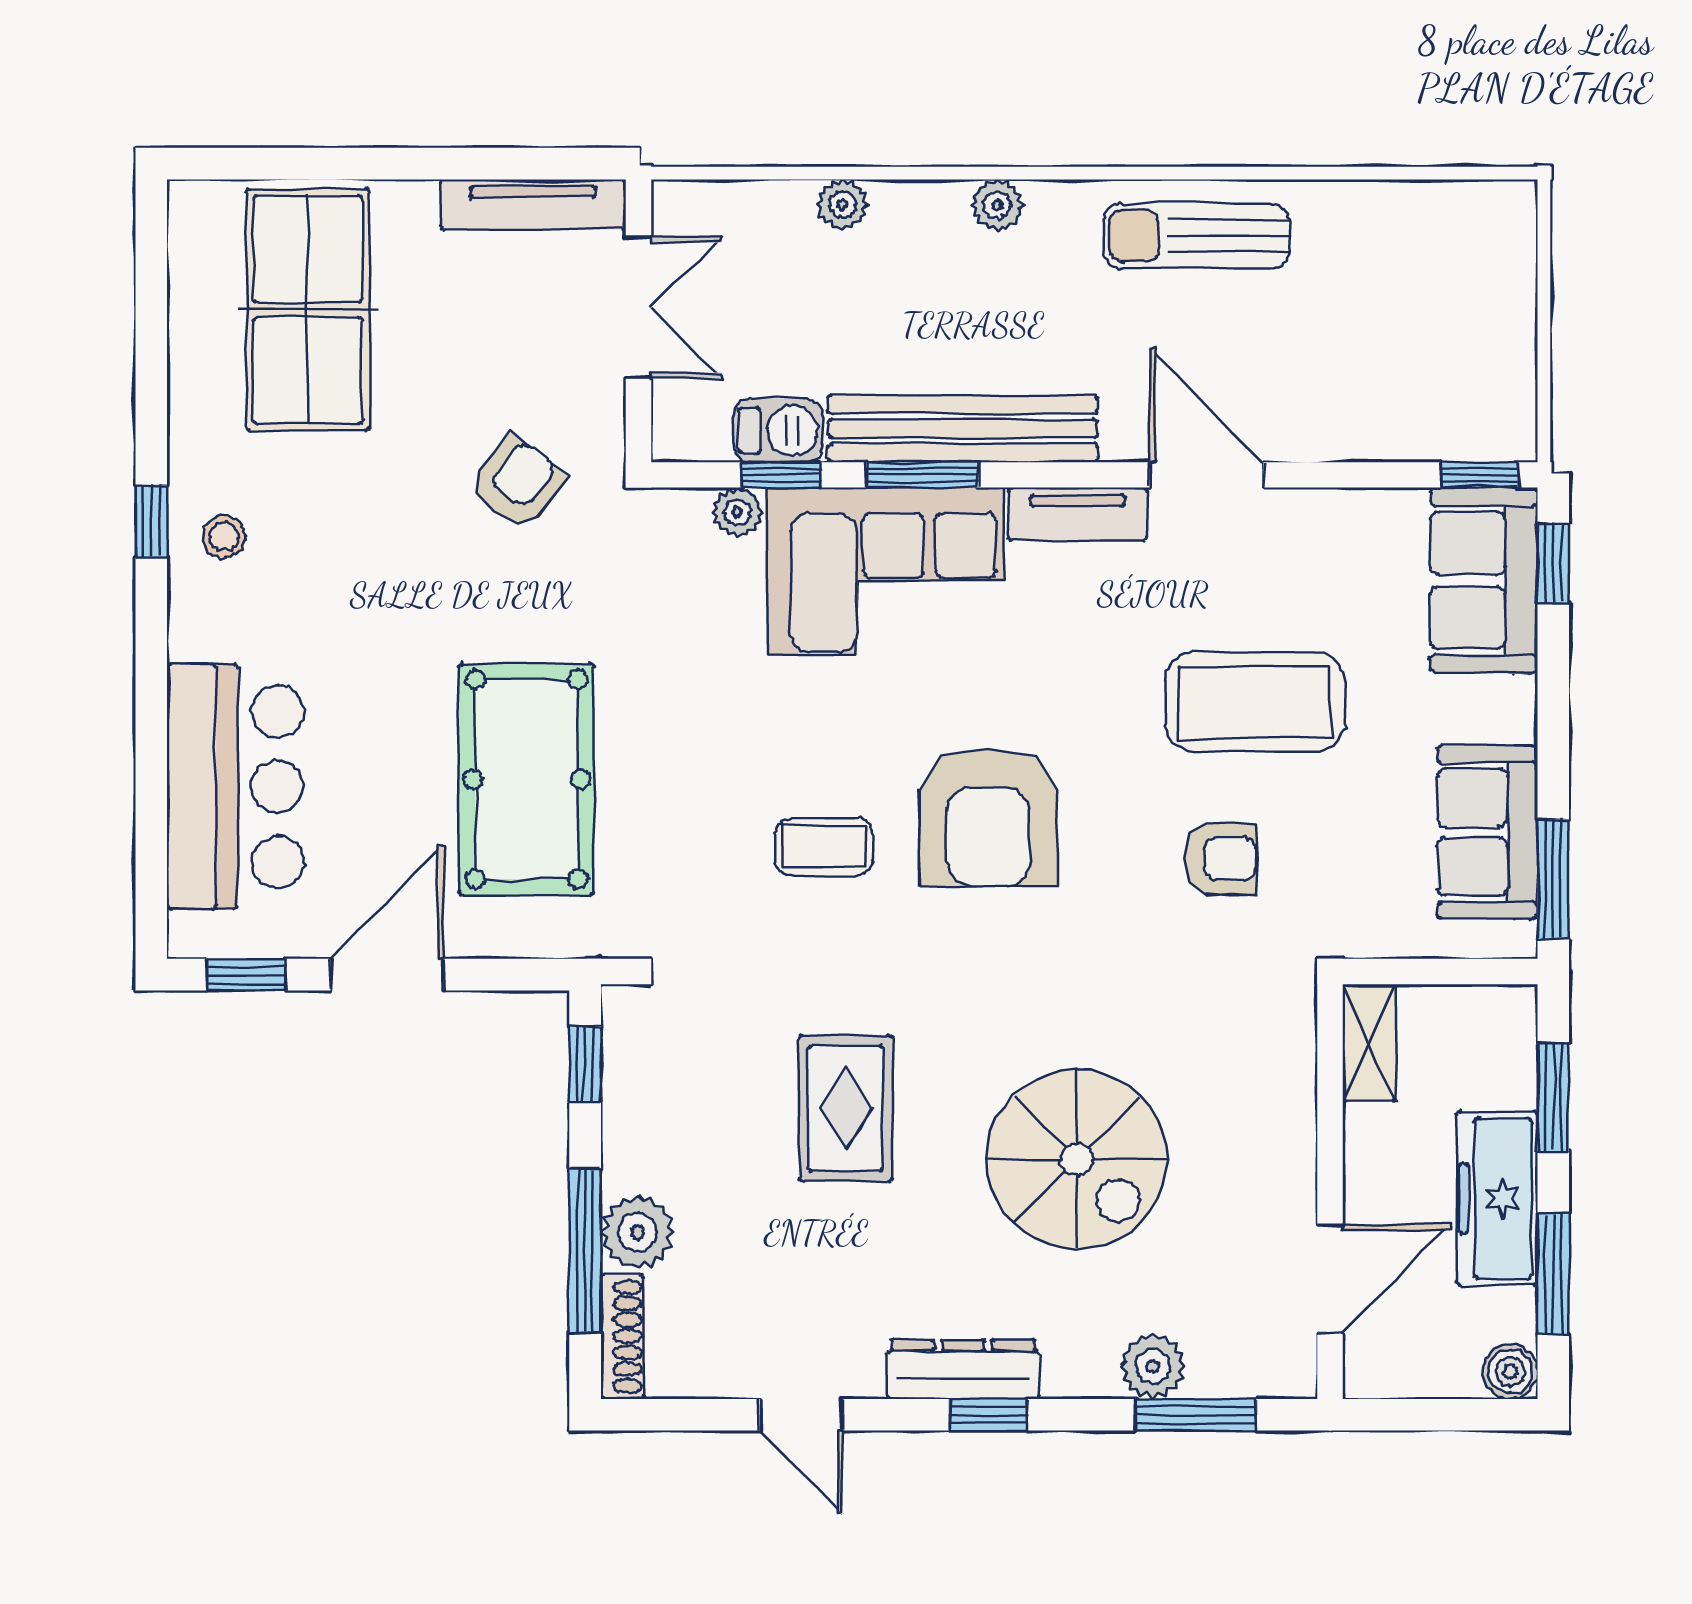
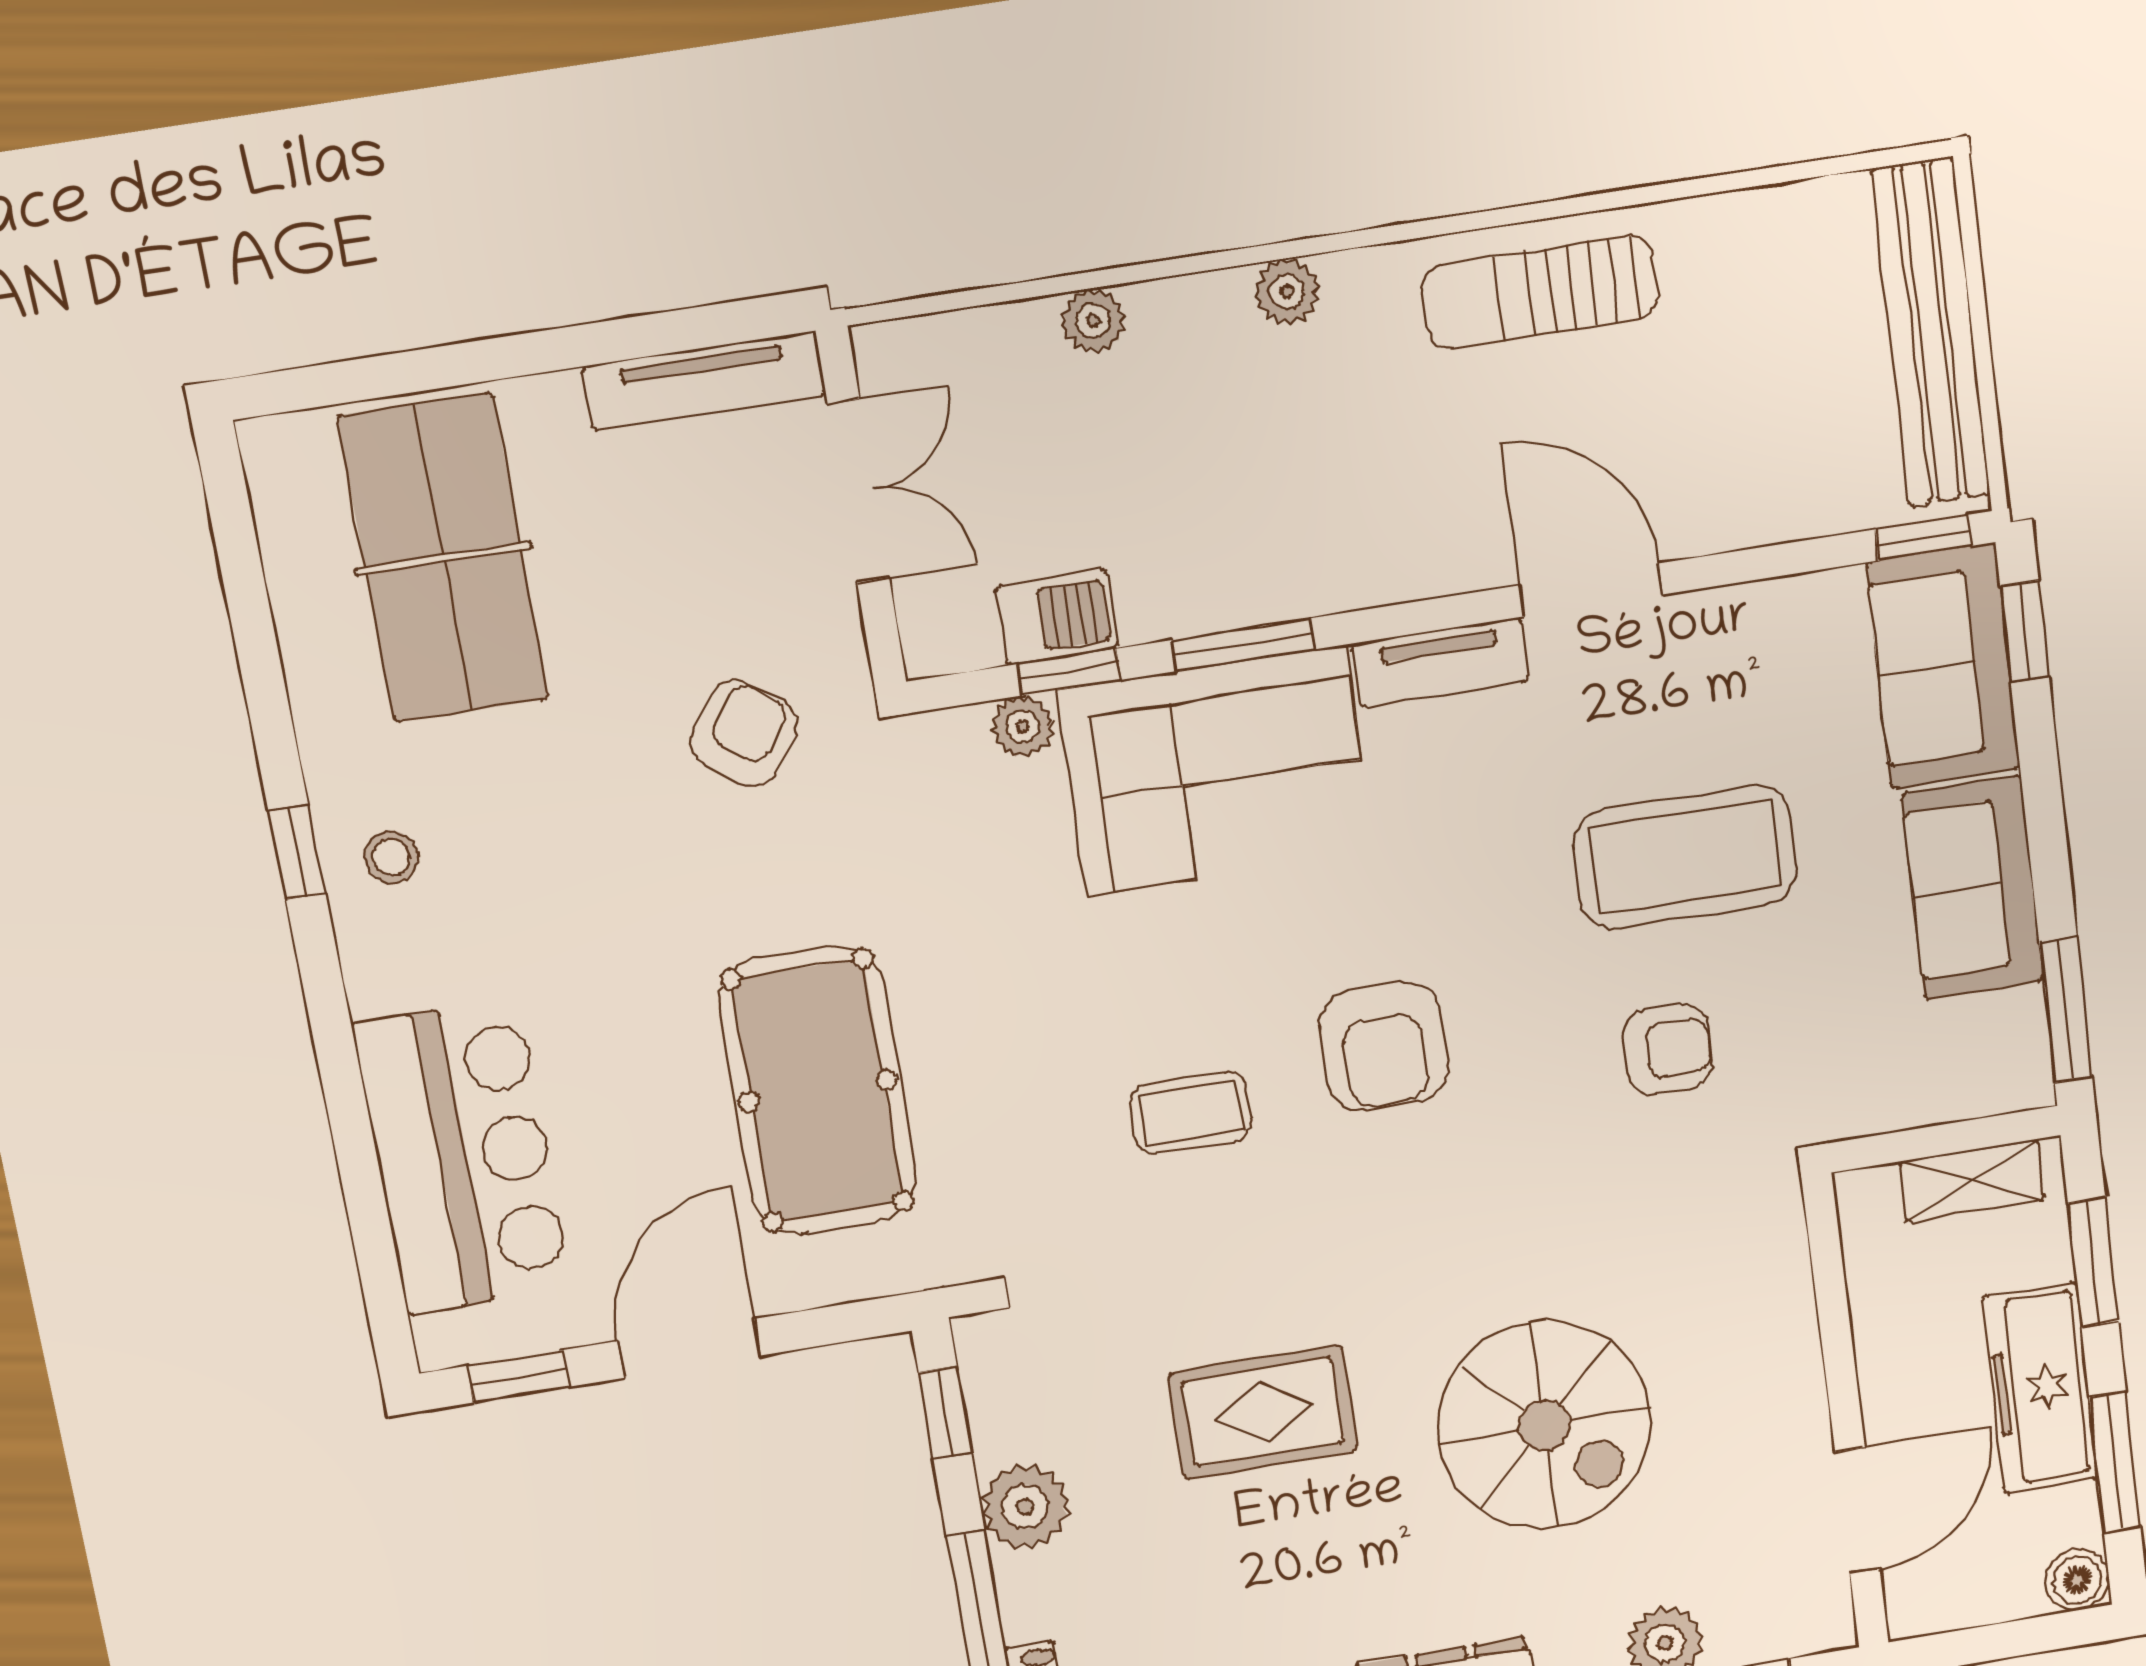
bench: (963, 429) -> (1931, 333), moved, turned 90
armchair: (988, 818) -> (1383, 1046), width x0.73, depth x0.73
sofa: (1487, 832) -> (1973, 888), moved
shelving: (1369, 1043) -> (1972, 1181), moved, turned 90
rug: (846, 1108) -> (1263, 1412), turned 90
plant: (638, 1232) -> (1025, 1507), moved

